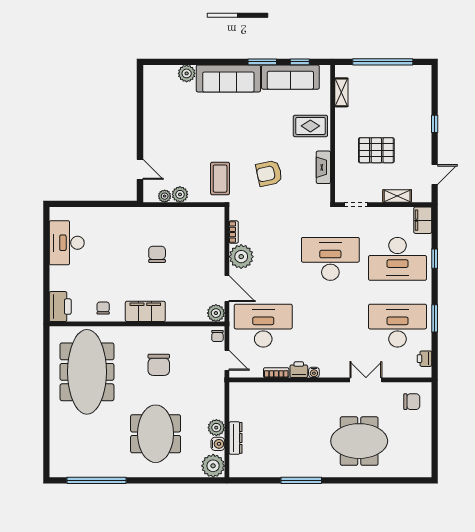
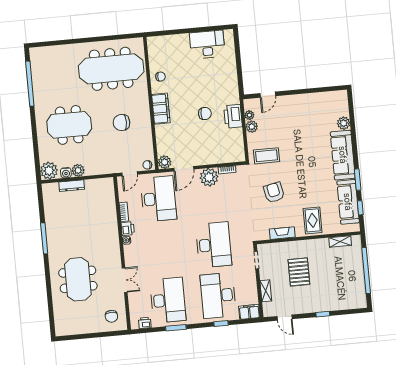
printer: (60, 307) -> (233, 116), moved, turned 90

